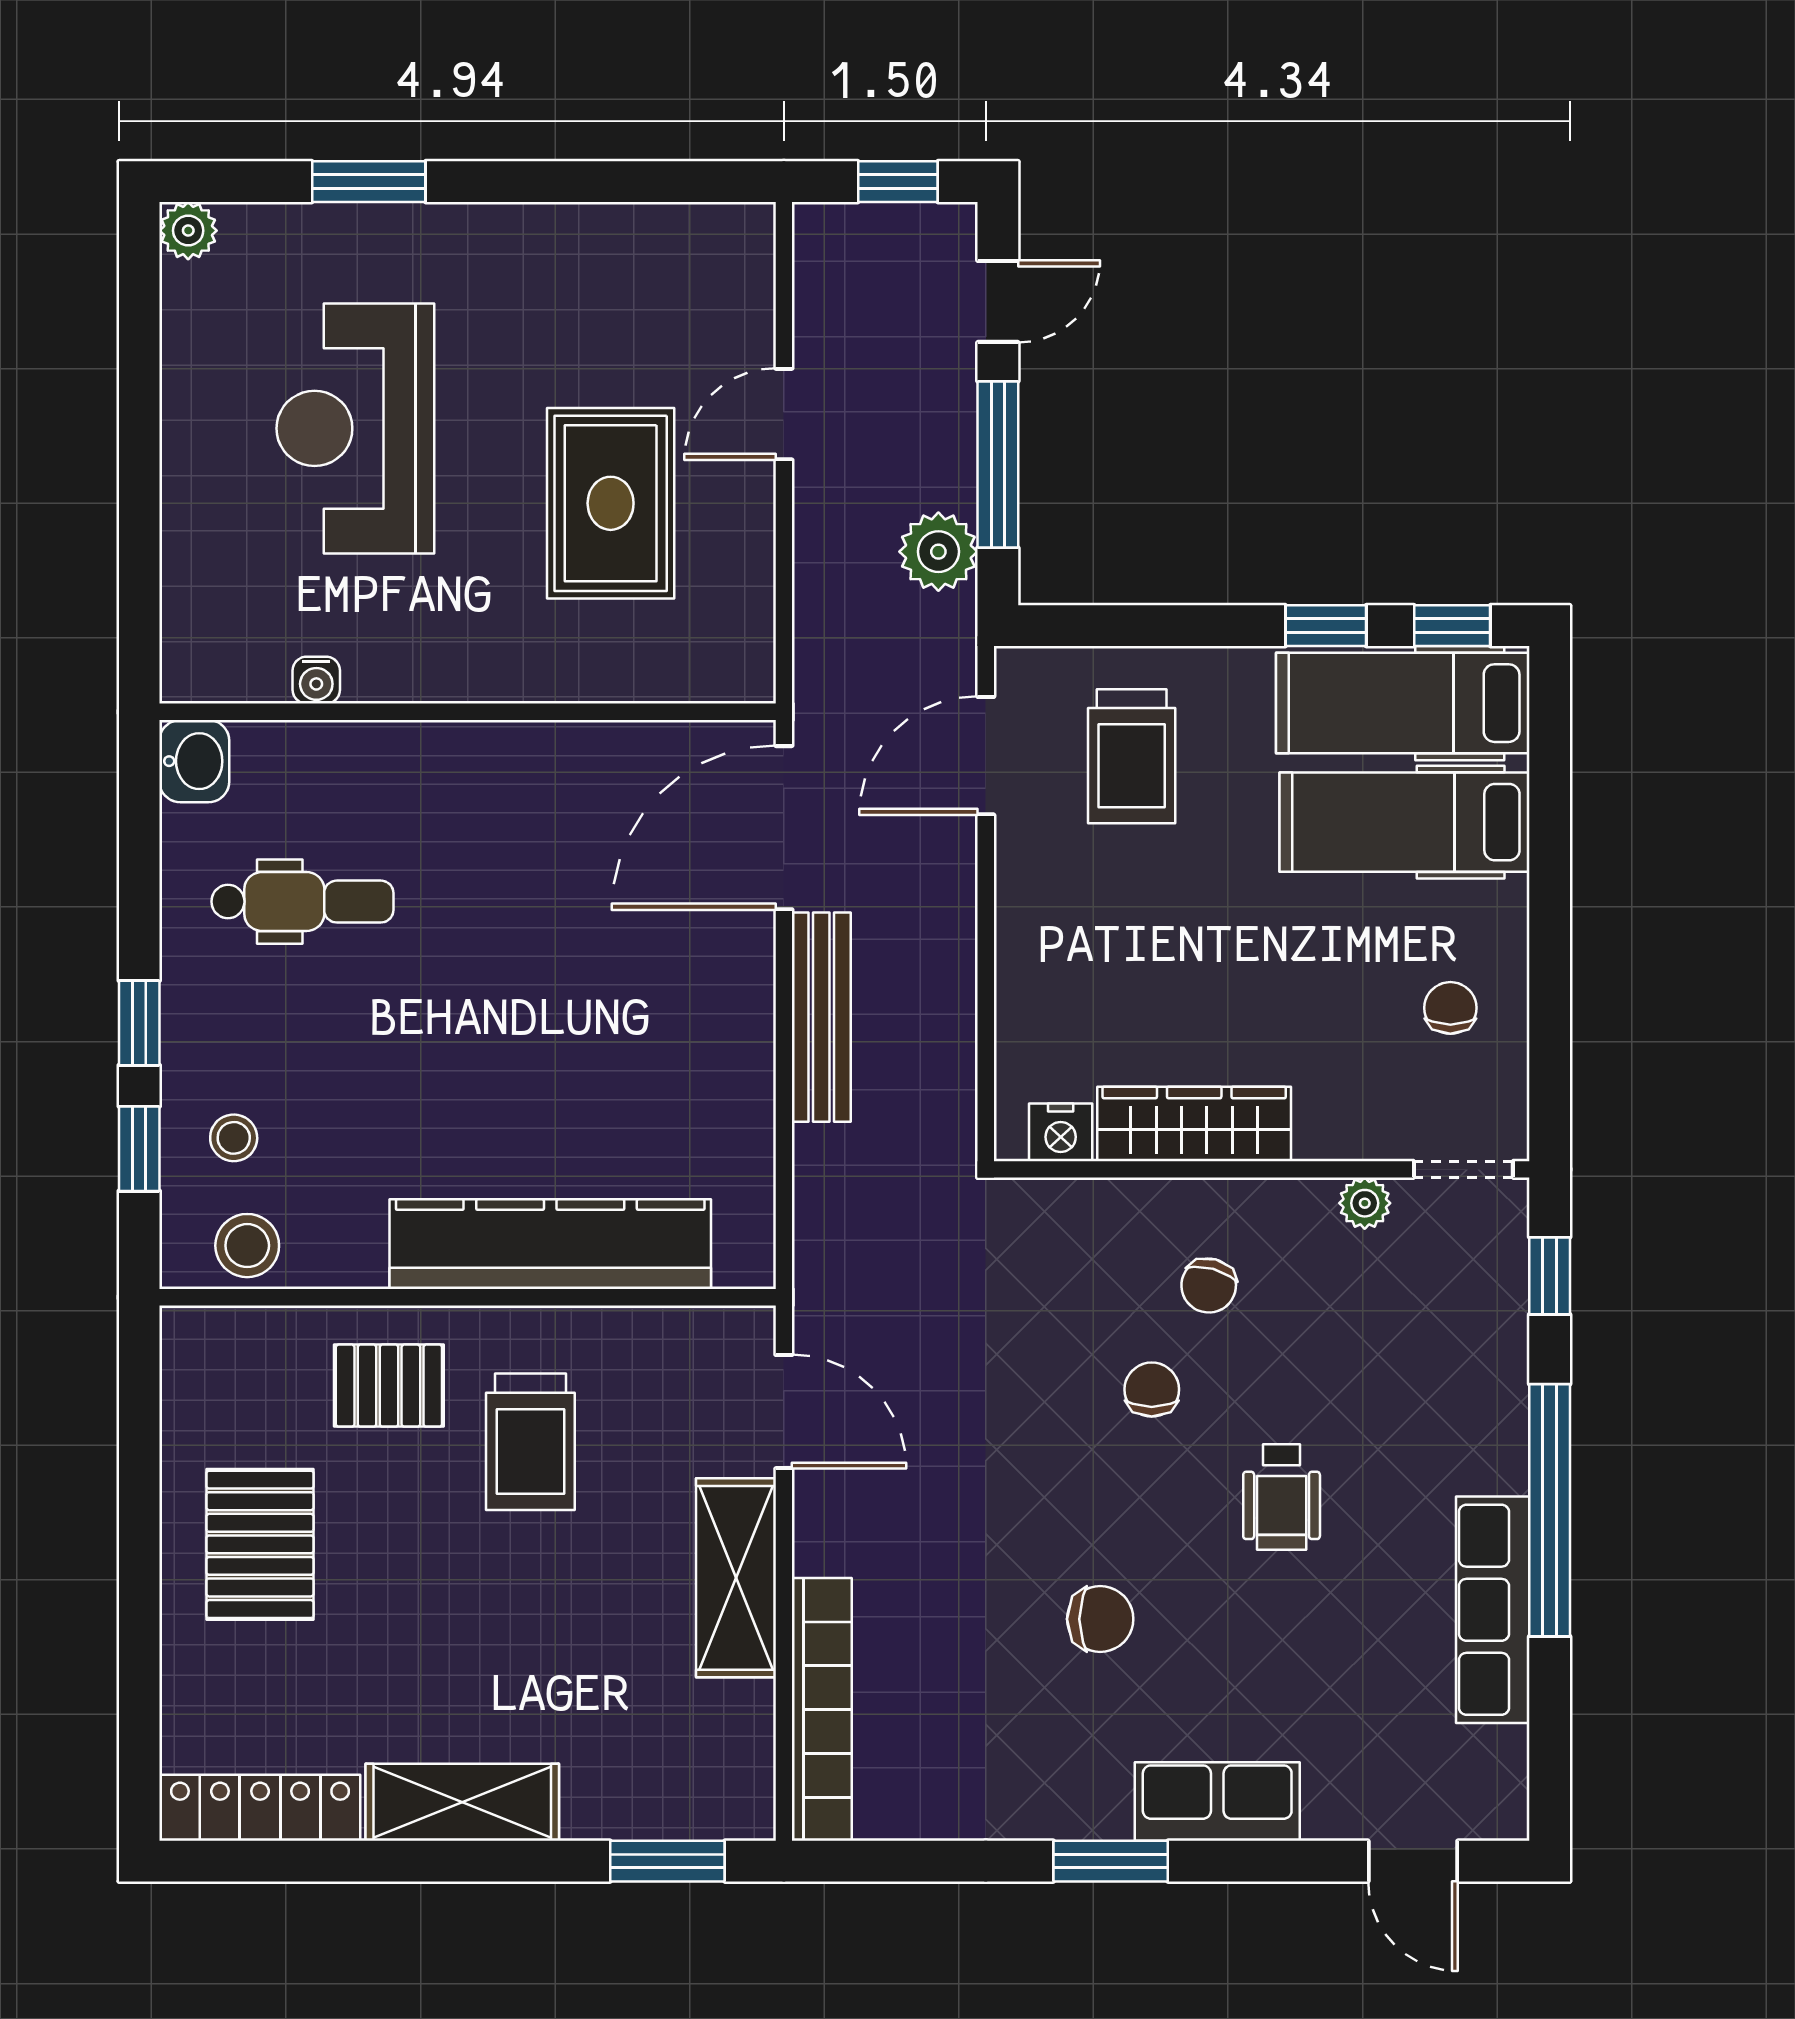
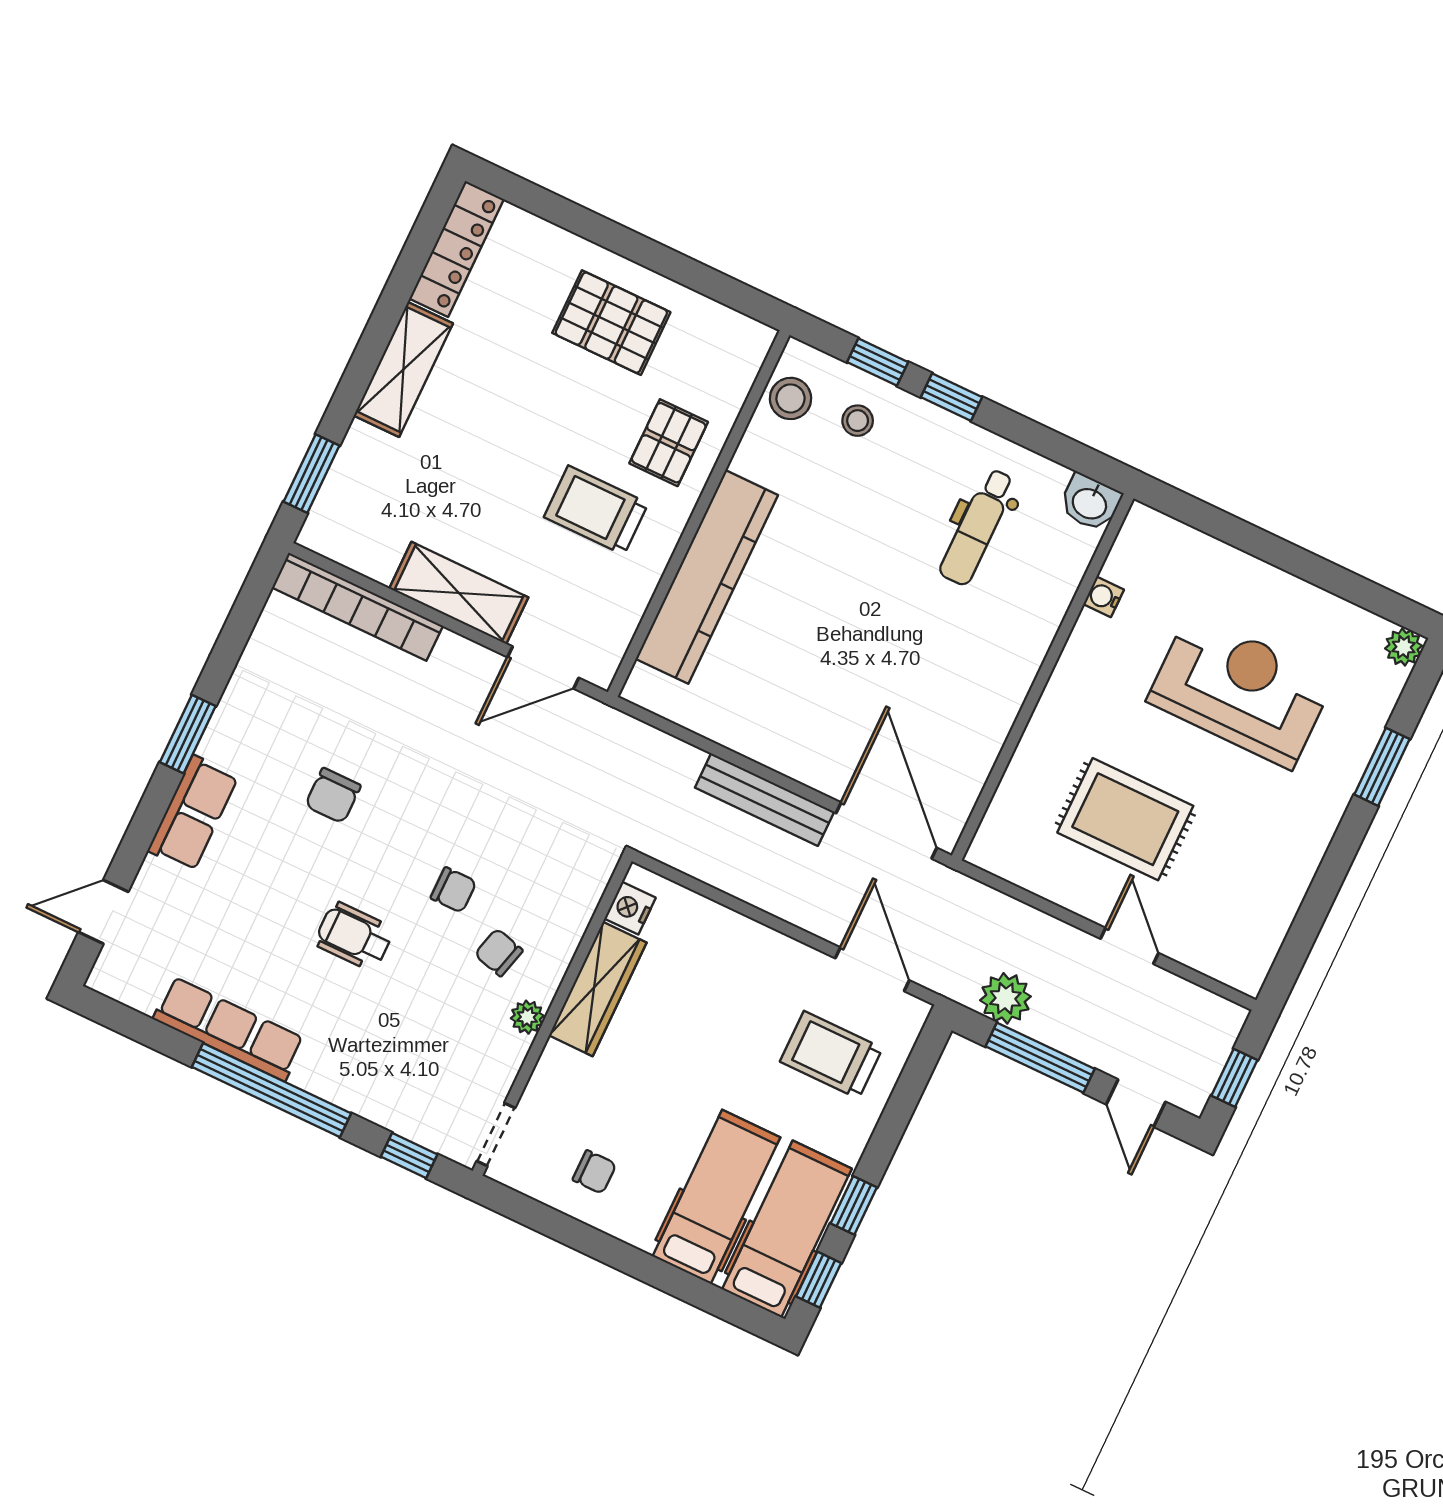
plant: (1365, 1203) -> (527, 1017), moved

